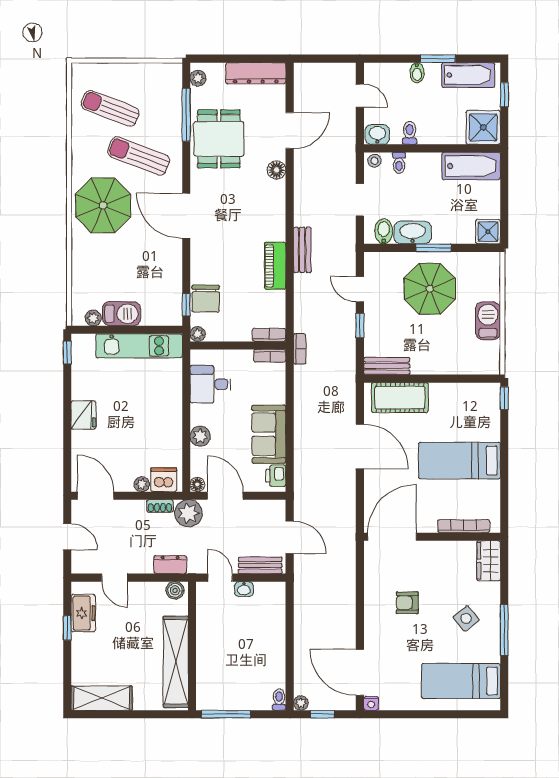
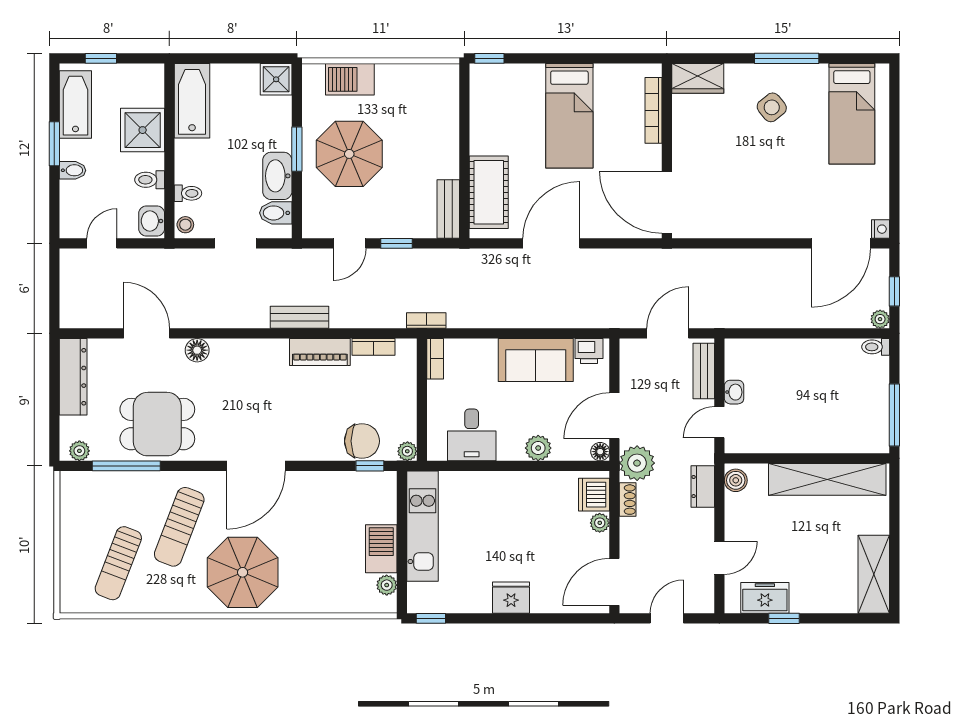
shower: (483, 127) -> (143, 130), moved
barbecue: (488, 321) -> (350, 79), moved
bookcase: (269, 335) -> (373, 347), moved, turned -90
armchair: (407, 603) -> (752, 183), removed

